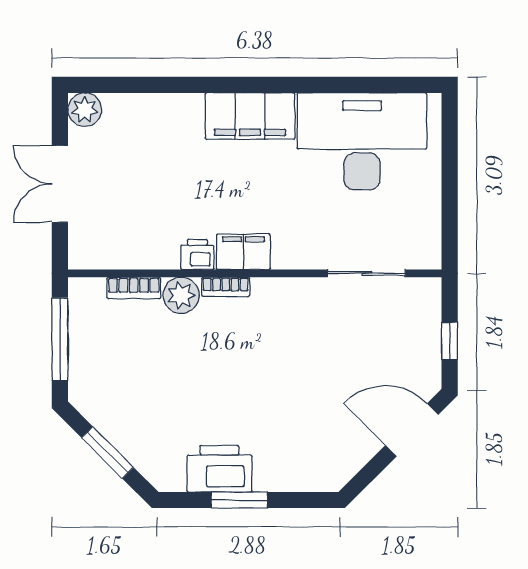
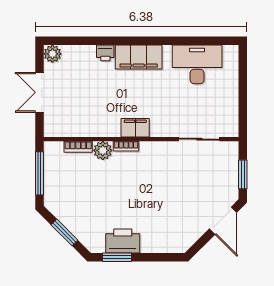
desk: (362, 141) -> (197, 64), width x0.73, depth x0.77
printer: (197, 254) -> (105, 53), moved, turned 180
window: (450, 341) -> (243, 174), width x1.50
door: (412, 430) -> (223, 221), swing flipped
window: (239, 500) -> (117, 257), moved

